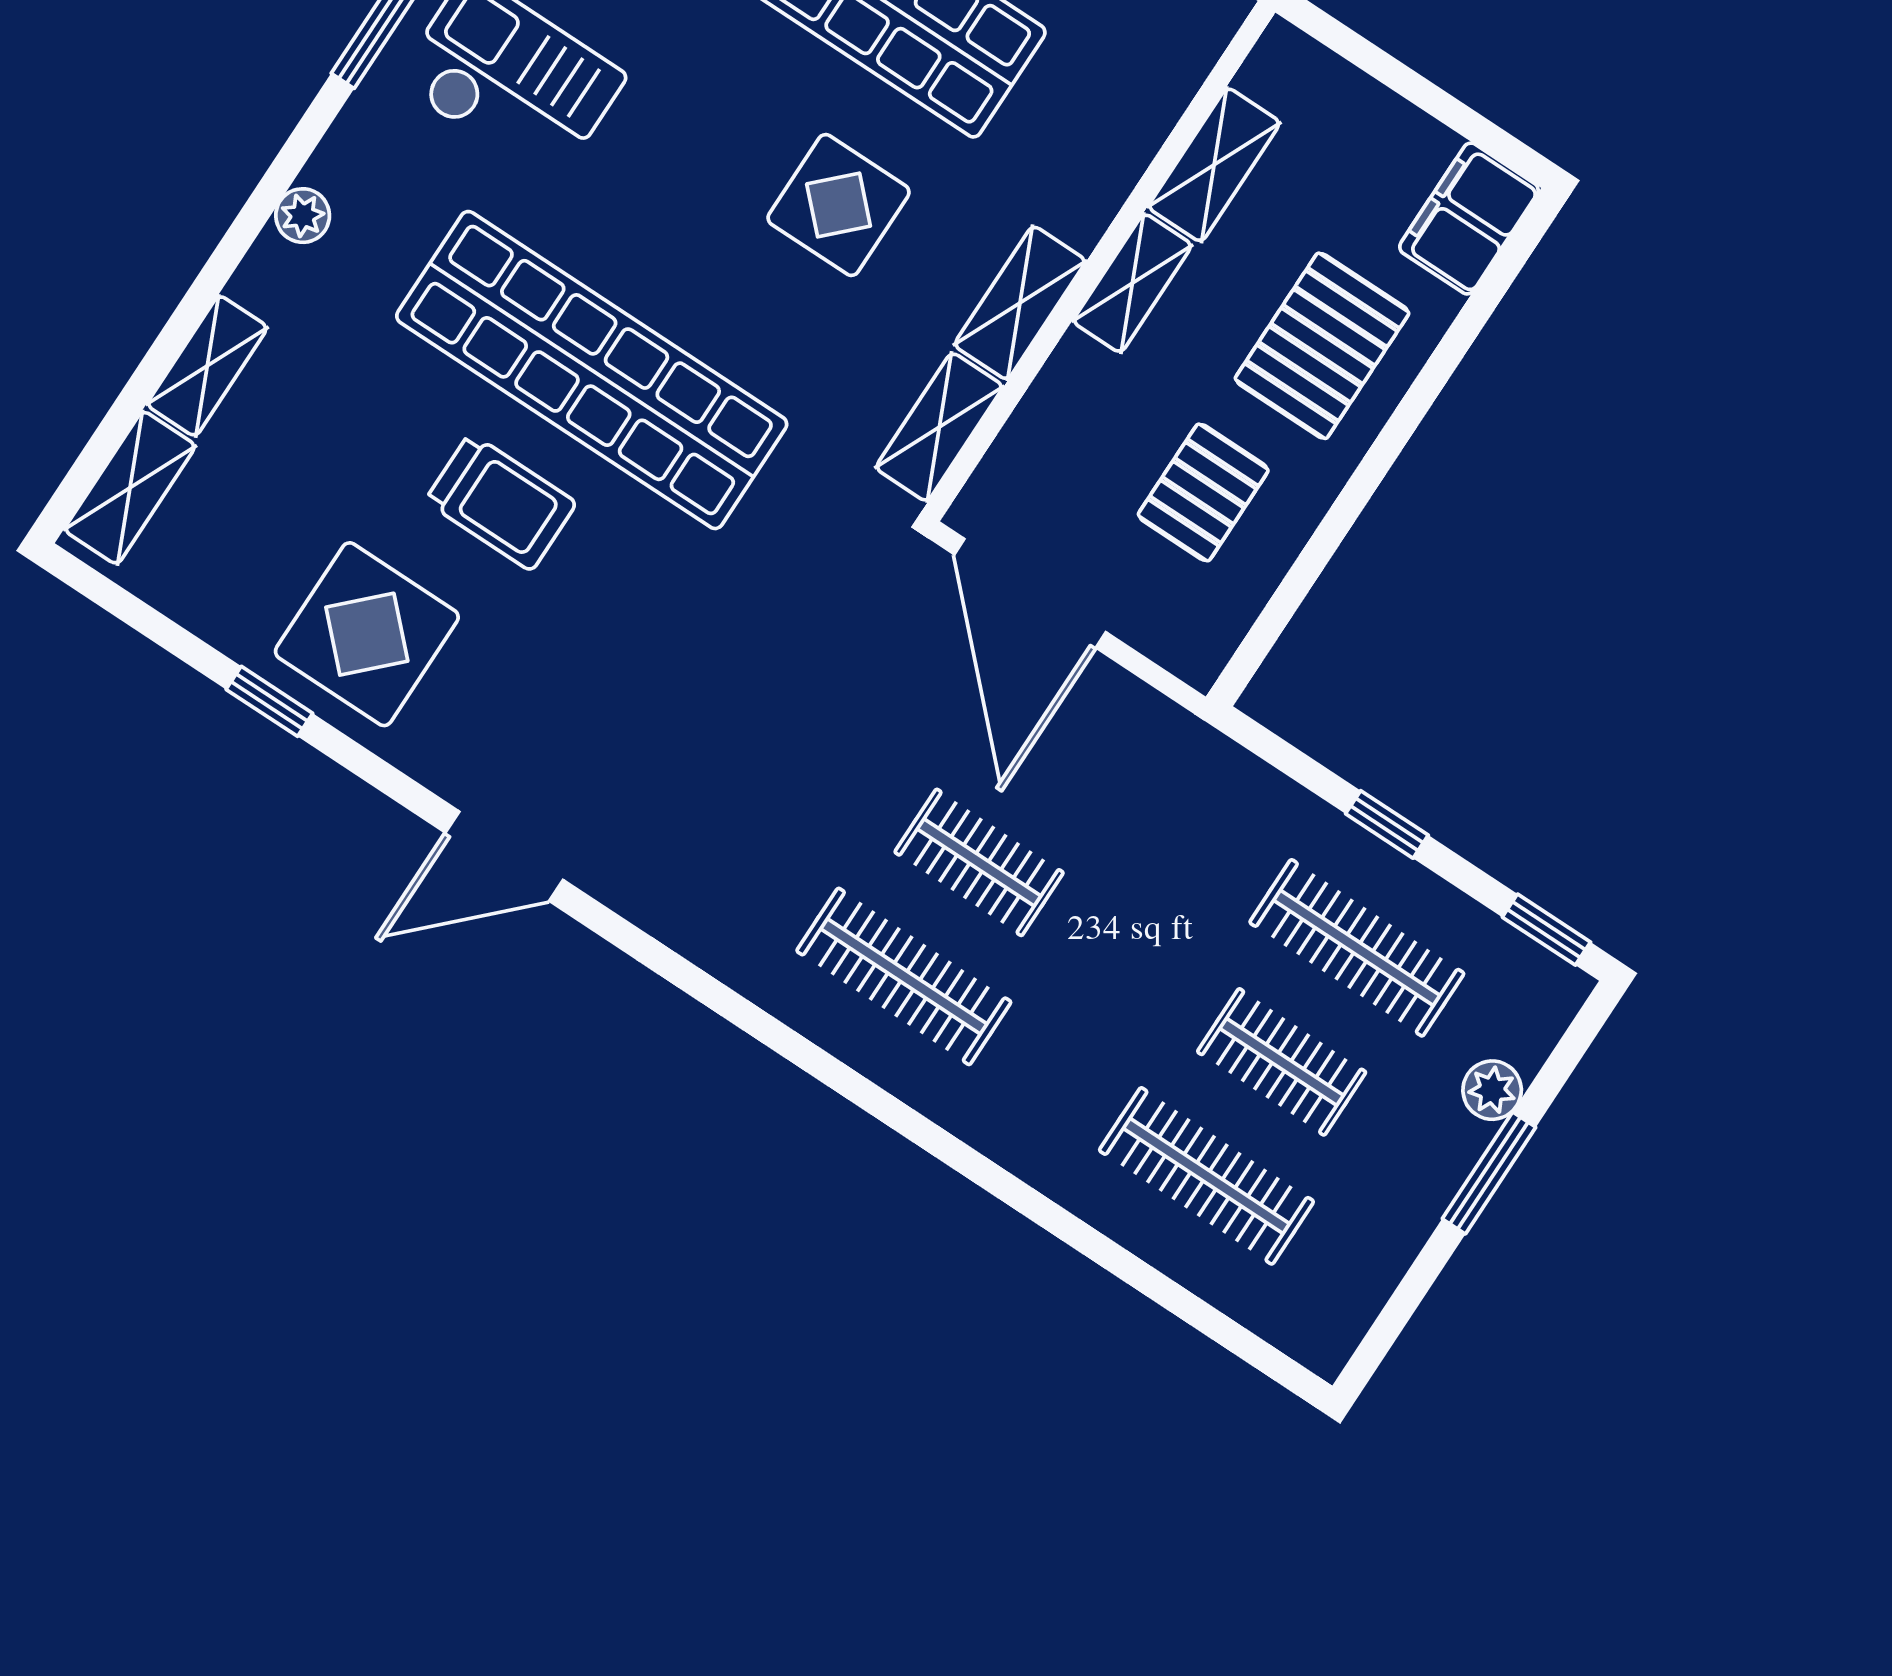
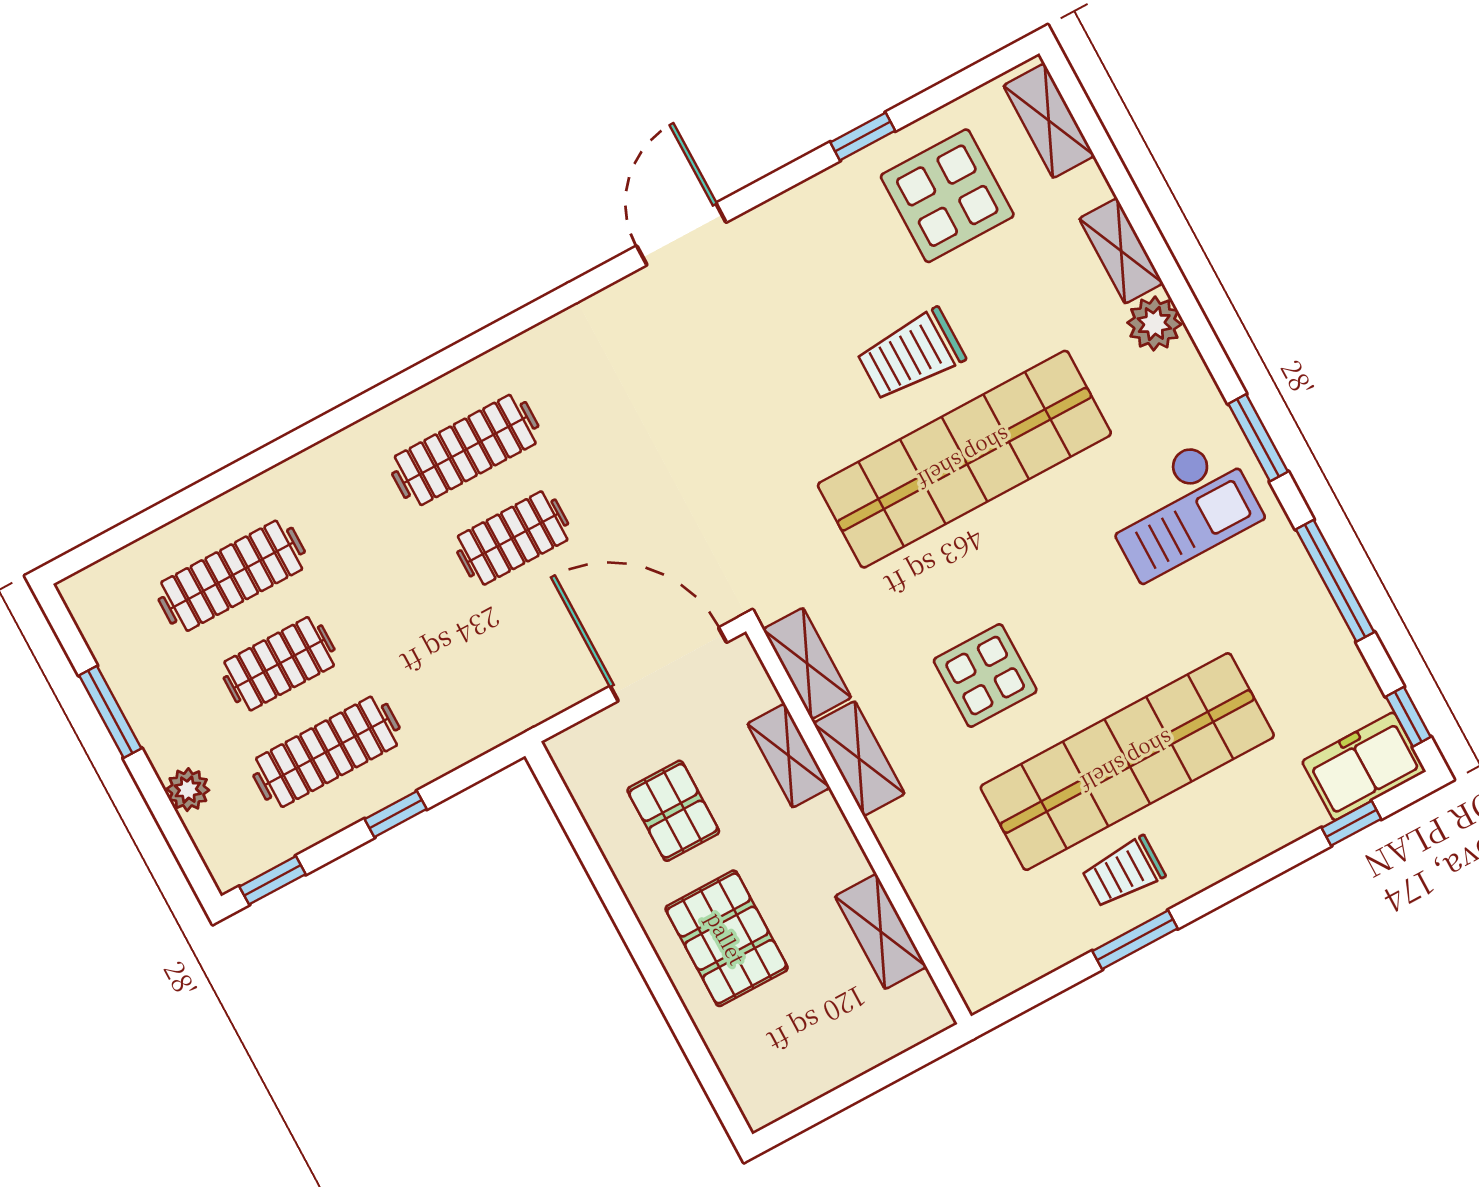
plant: (303, 216) -> (1154, 323), width x1.38, depth x1.38
filing cabinet: (1469, 218) -> (758, 1077), removed
shelving: (1132, 283) -> (789, 756), moved
shelving: (207, 366) -> (1121, 251), moved
display table: (367, 634) -> (947, 196), moved
window: (1489, 1173) -> (110, 712), moved

